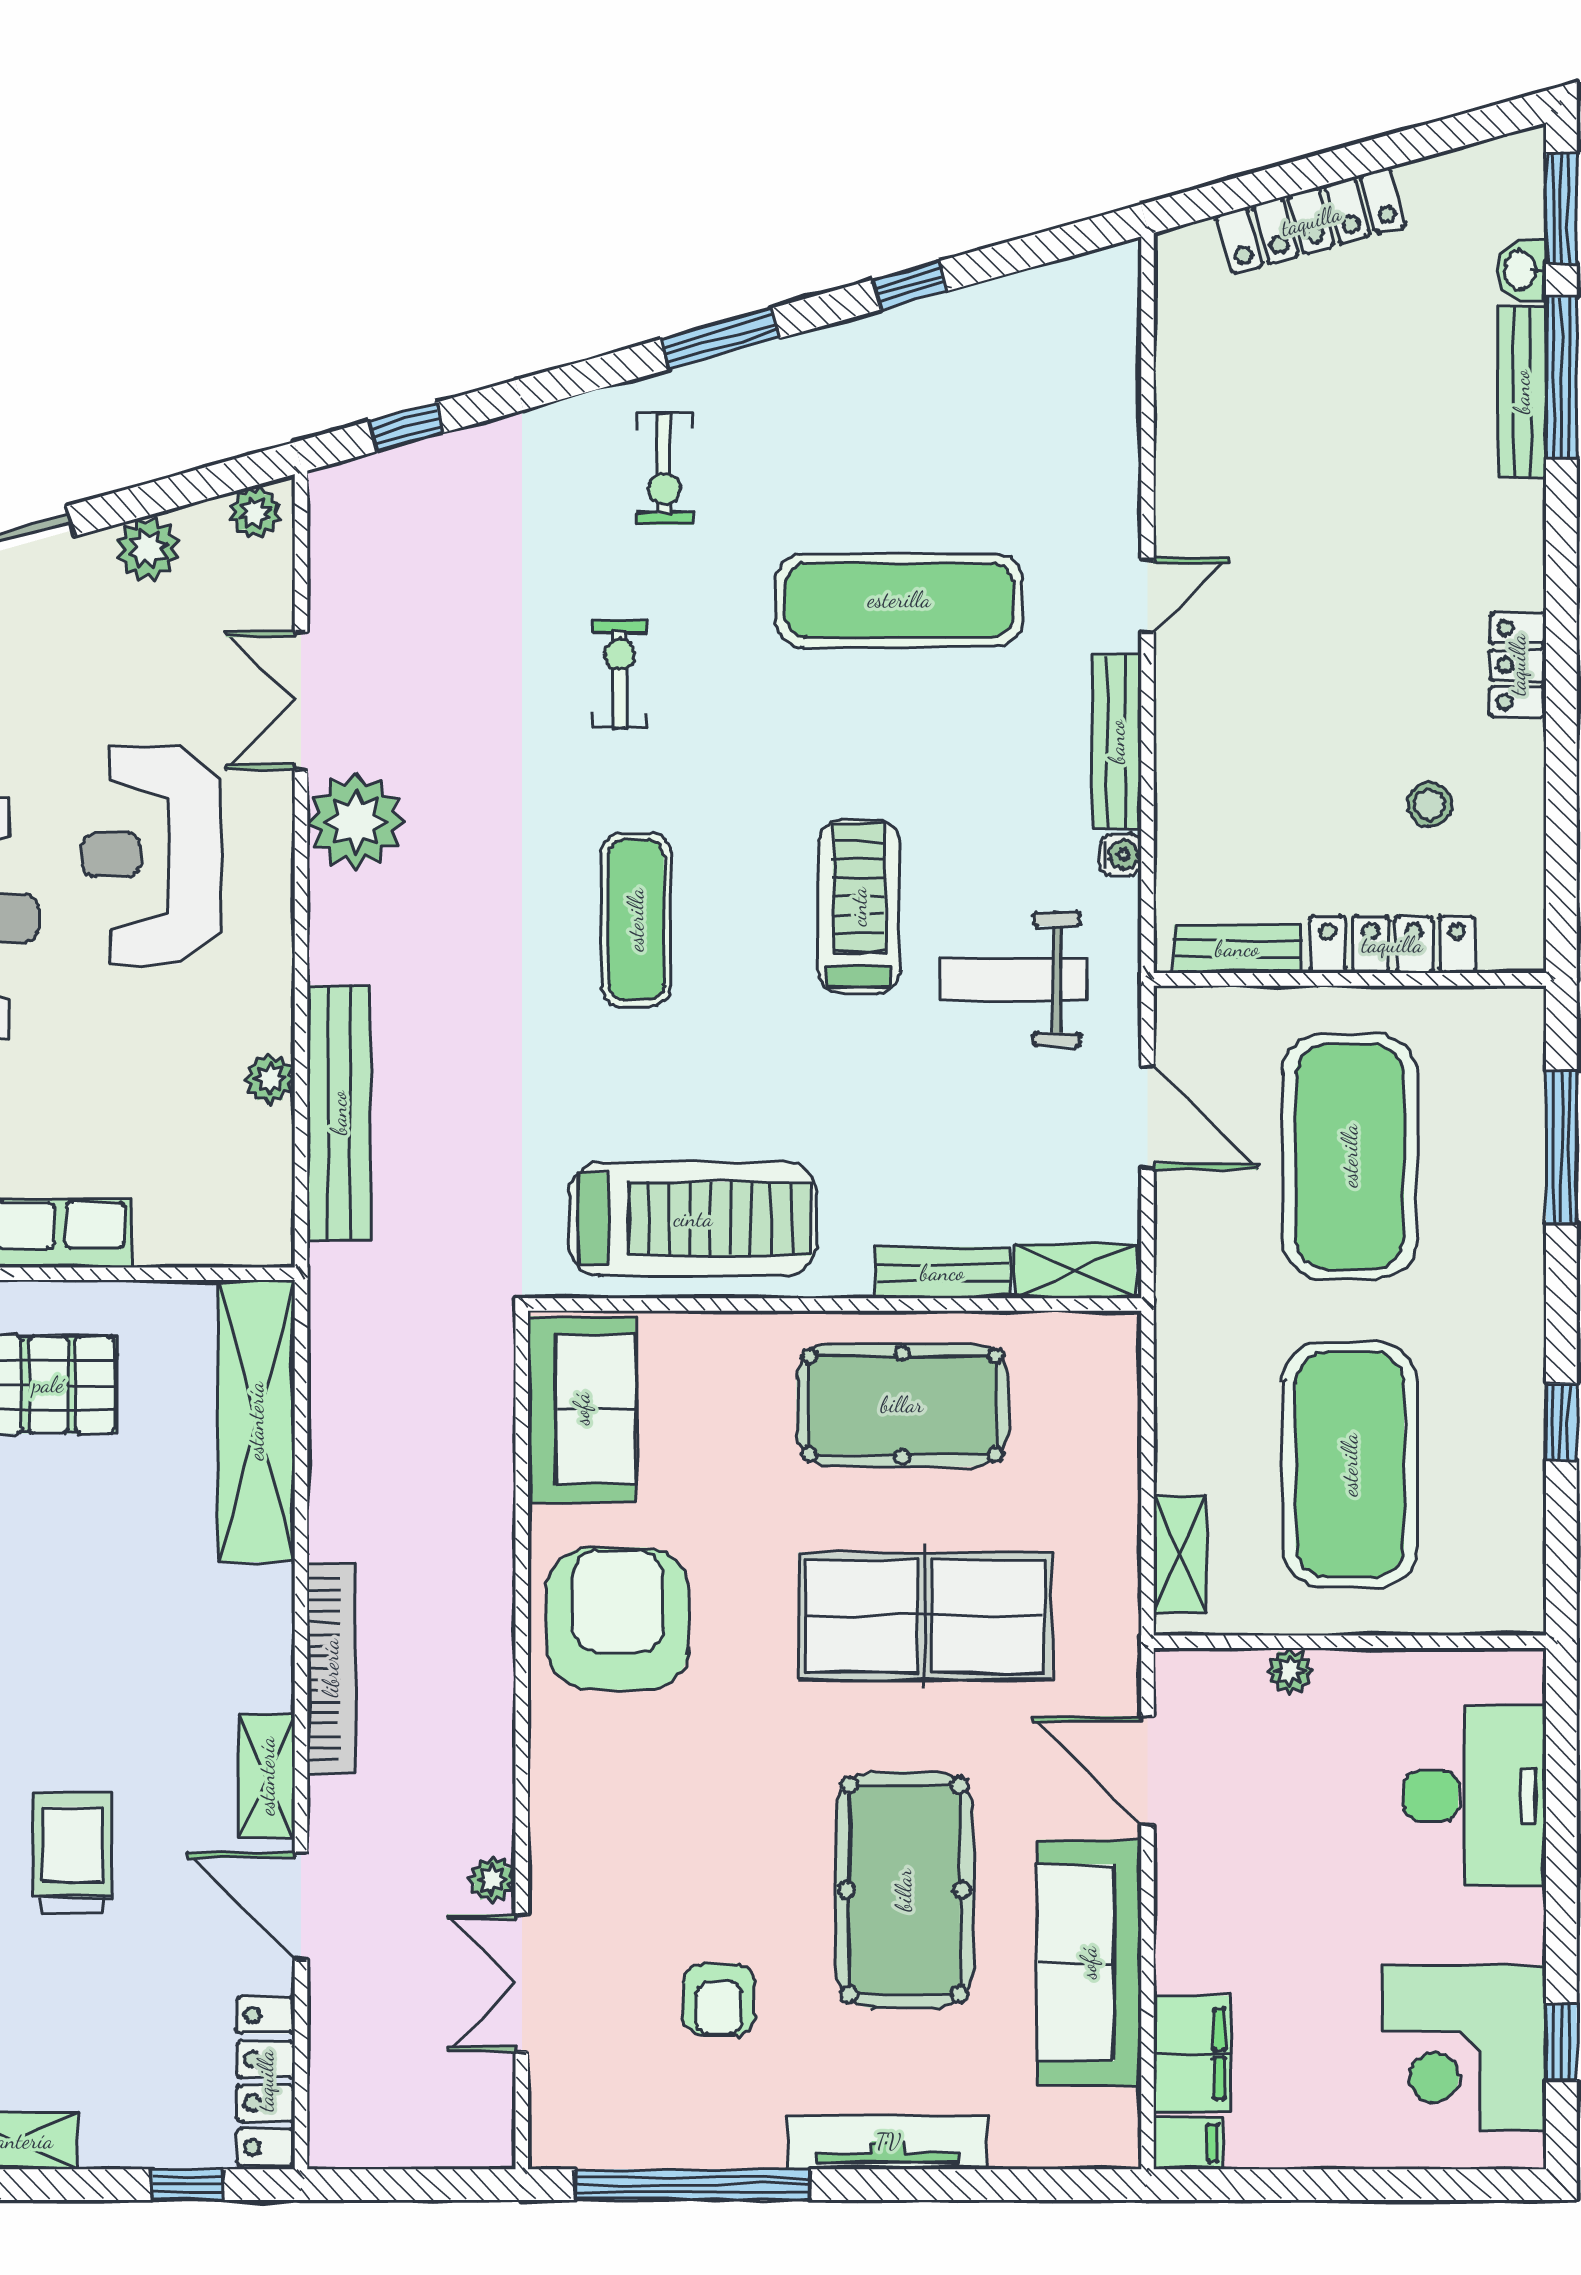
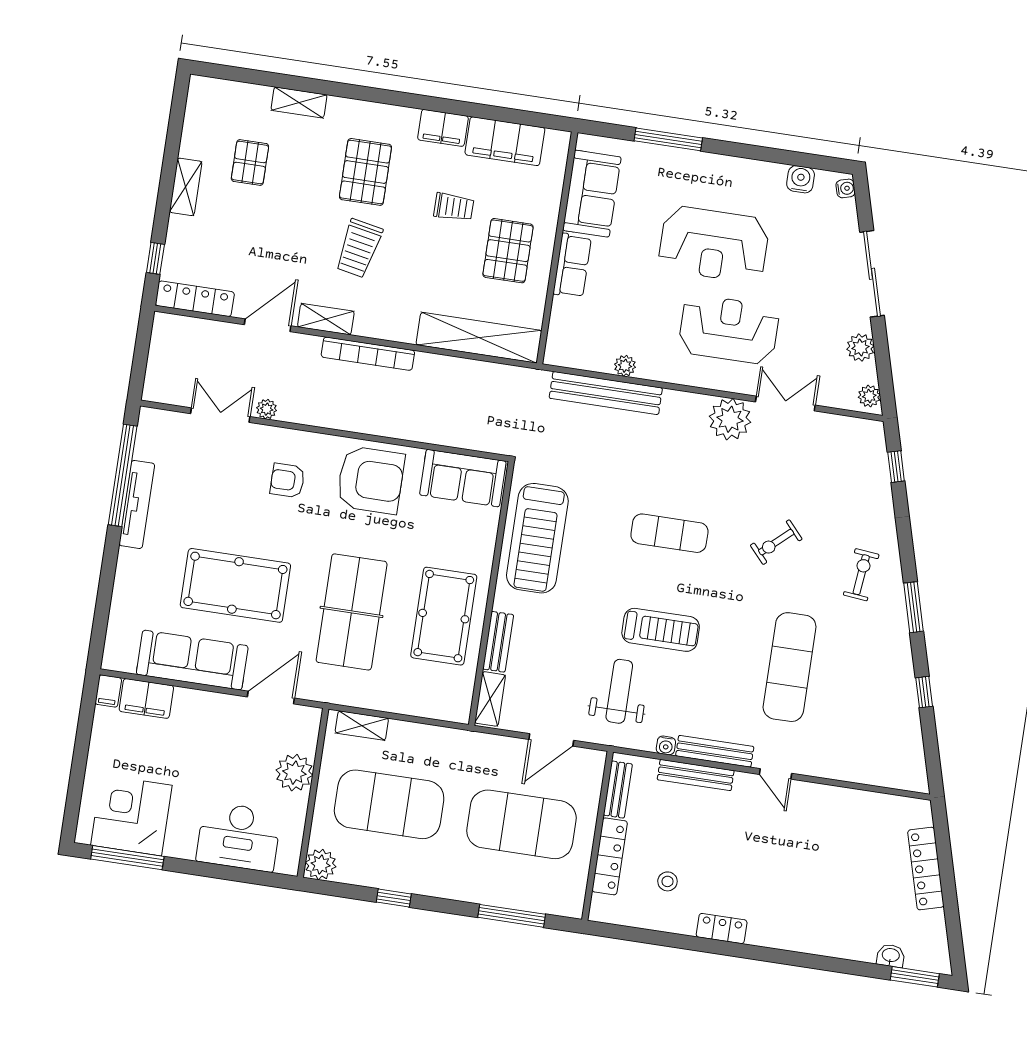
window: (1561, 377) -> (842, 966), removed
bench: (1522, 392) -> (696, 775), moved
exercise bike: (664, 469) -> (861, 575), turned 96
exercise bike: (620, 674) -> (776, 542), turned 138
plant: (1510, 1600) -> (321, 864), added
plant: (1290, 1671) -> (294, 773), width x1.87, depth x1.87
trolley: (72, 1853) -> (359, 248), moved, turned 101
armchair: (719, 1999) -> (287, 480), moved
window: (1561, 2042) -> (127, 858), width x2.17
tv unit: (888, 2142) -> (137, 504), moved

